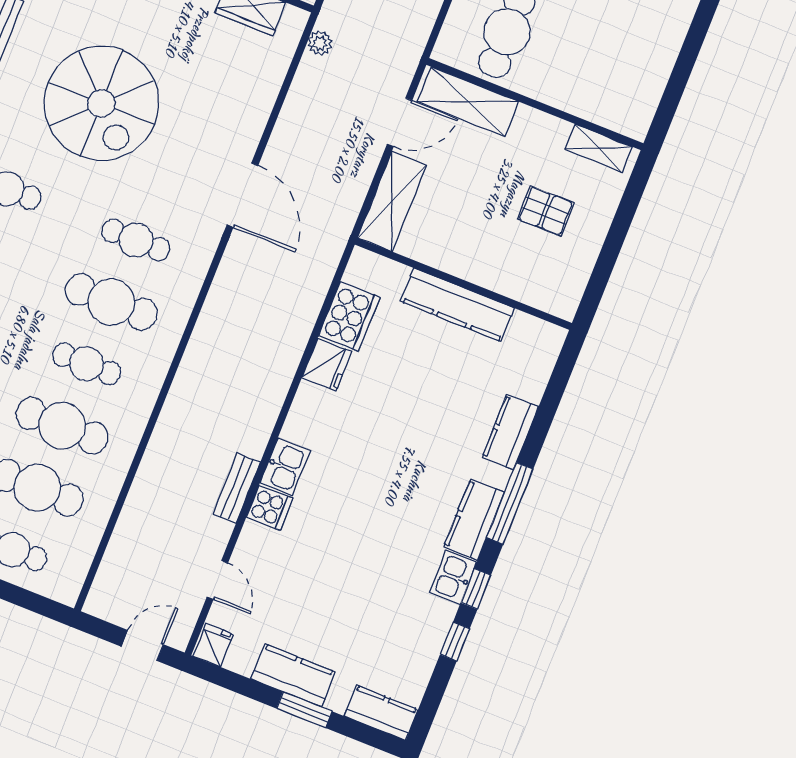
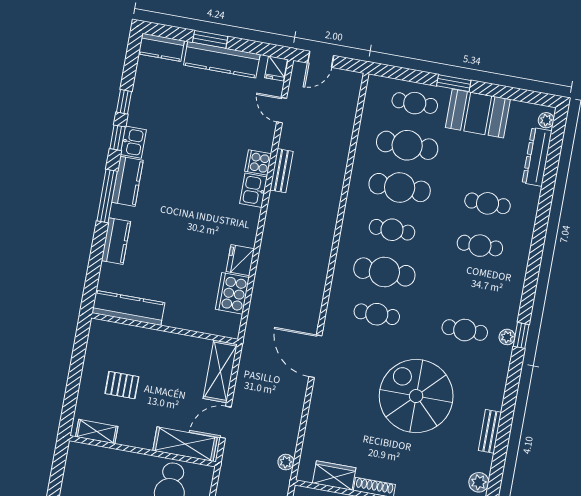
kitchen counter: (458, 305) -> (128, 308), moved
kitchen counter: (293, 675) -> (222, 60), width x1.50

